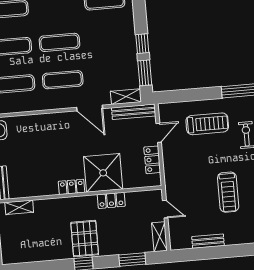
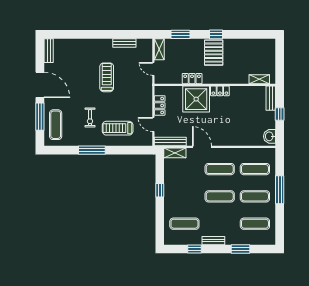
window: (145, 73) -> (160, 169), removed
door: (159, 133) -> (153, 125), hinge flipped

